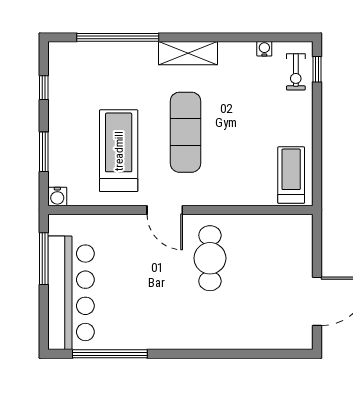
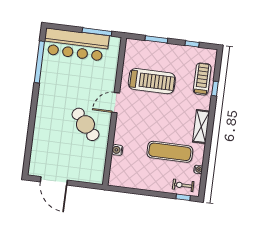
window: (118, 37) -> (215, 89), width x0.32
exercise mat: (185, 132) -> (170, 152), moved
treadmill: (291, 175) -> (202, 79), moved, turned -90
water cooler: (57, 196) -> (117, 150), moved
cafe table: (210, 258) -> (85, 124), turned 48

